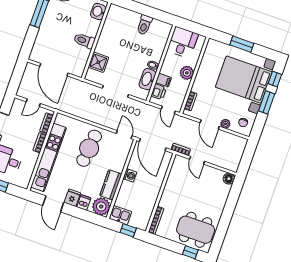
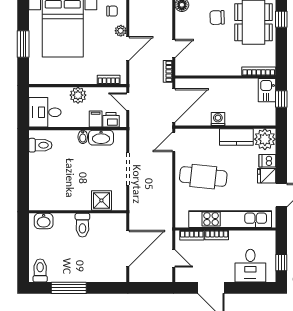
toilet: (144, 25) -> (40, 145), moved
door: (168, 110) -> (128, 102), swing flipped
chair: (209, 203) -> (217, 18), added
kitchen sink: (120, 215) -> (267, 90), moved

